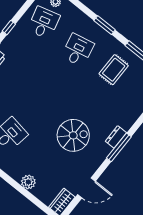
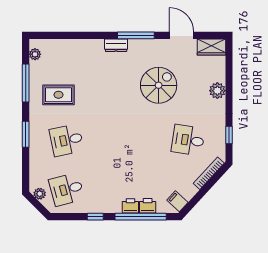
spiral stairs: (73, 135) -> (159, 85), moved, turned 90
window: (119, 147) -> (136, 35), moved

